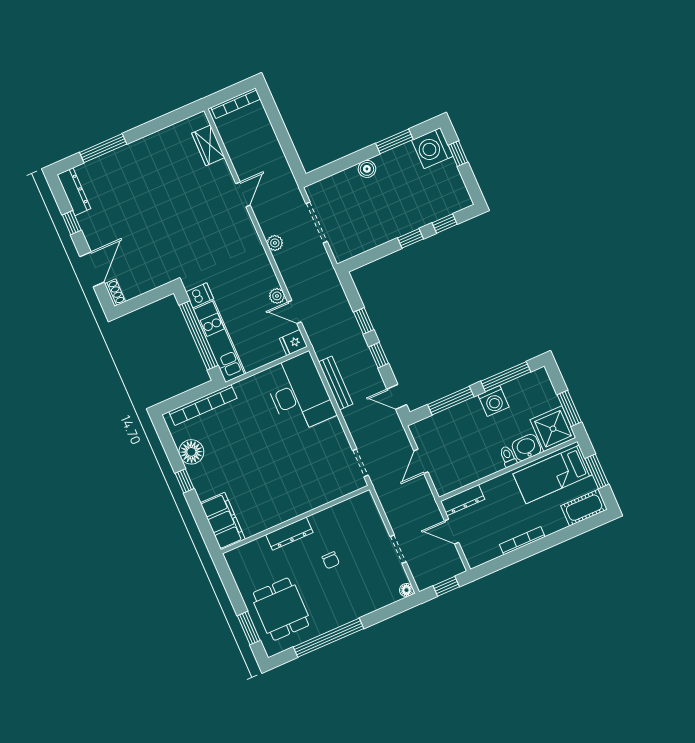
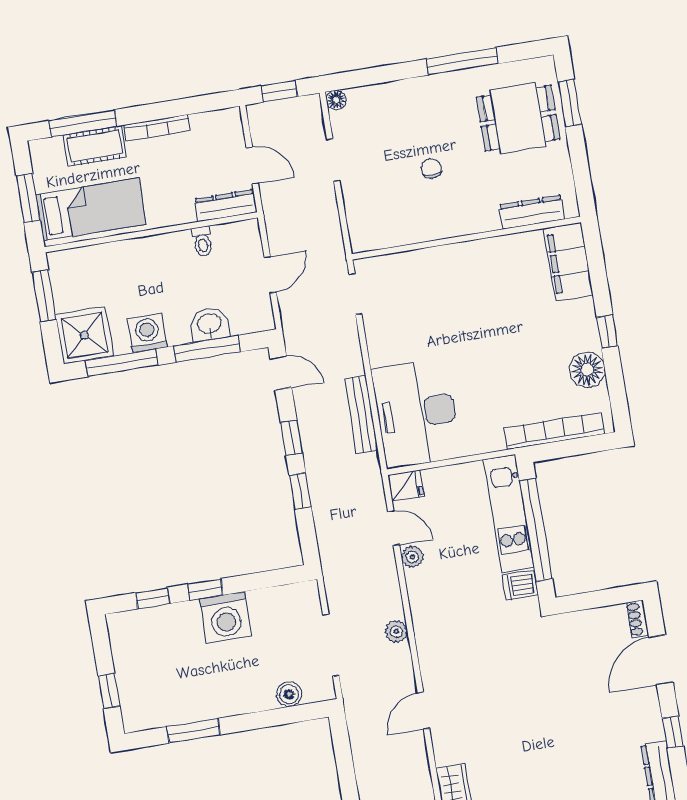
washing machine: (432, 148) -> (226, 617), moved, turned 90
boiler: (367, 169) -> (289, 694), moved
shower: (553, 429) -> (84, 335), moved
washbasin: (526, 447) -> (209, 324), moved, turned 180
toilet: (508, 456) -> (202, 241), moved
cot: (584, 508) -> (95, 146), moved
window: (573, 531) -> (83, 123), added
dresser: (289, 534) -> (532, 212), moved
dining table: (281, 609) -> (518, 118), turned 90
window: (328, 638) -> (462, 61), width x0.68

